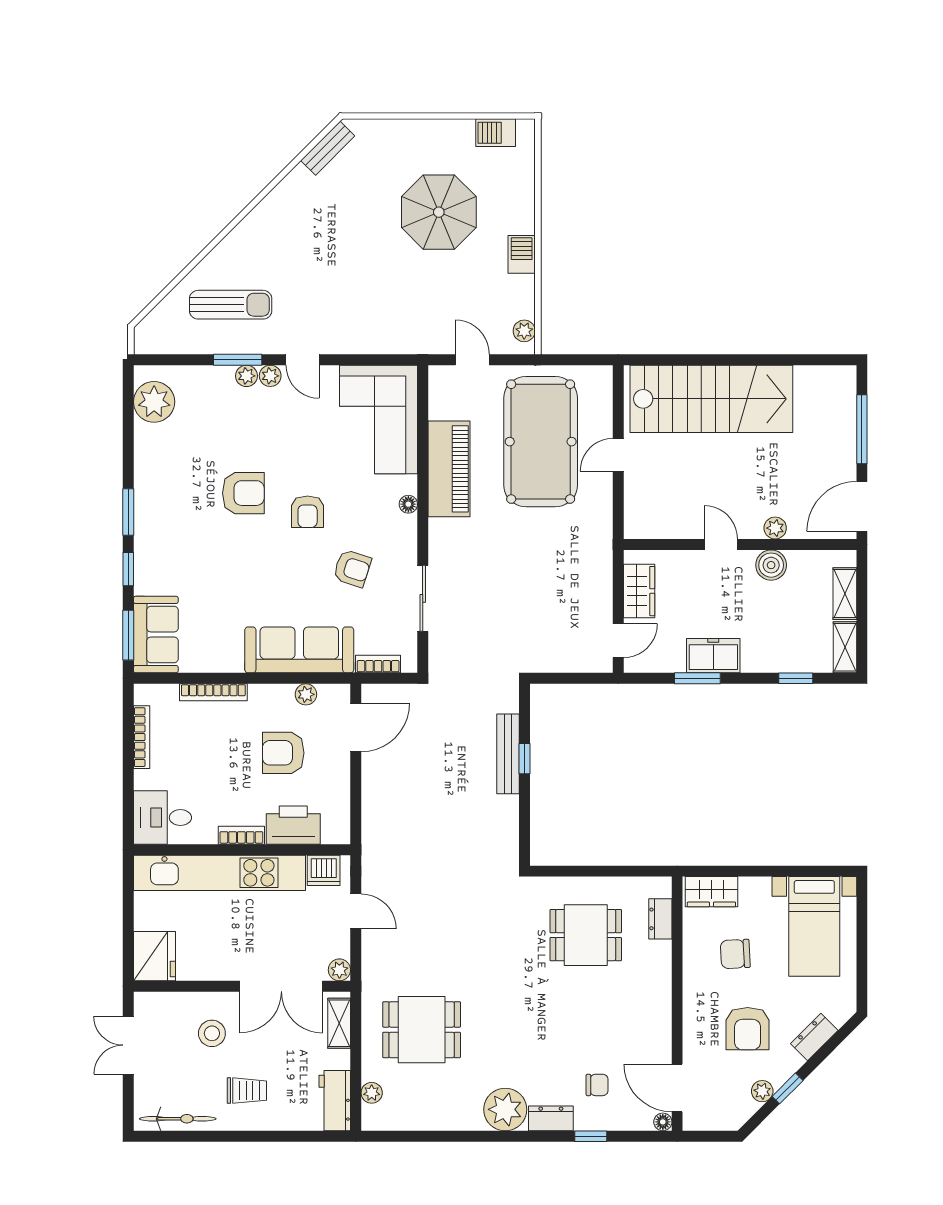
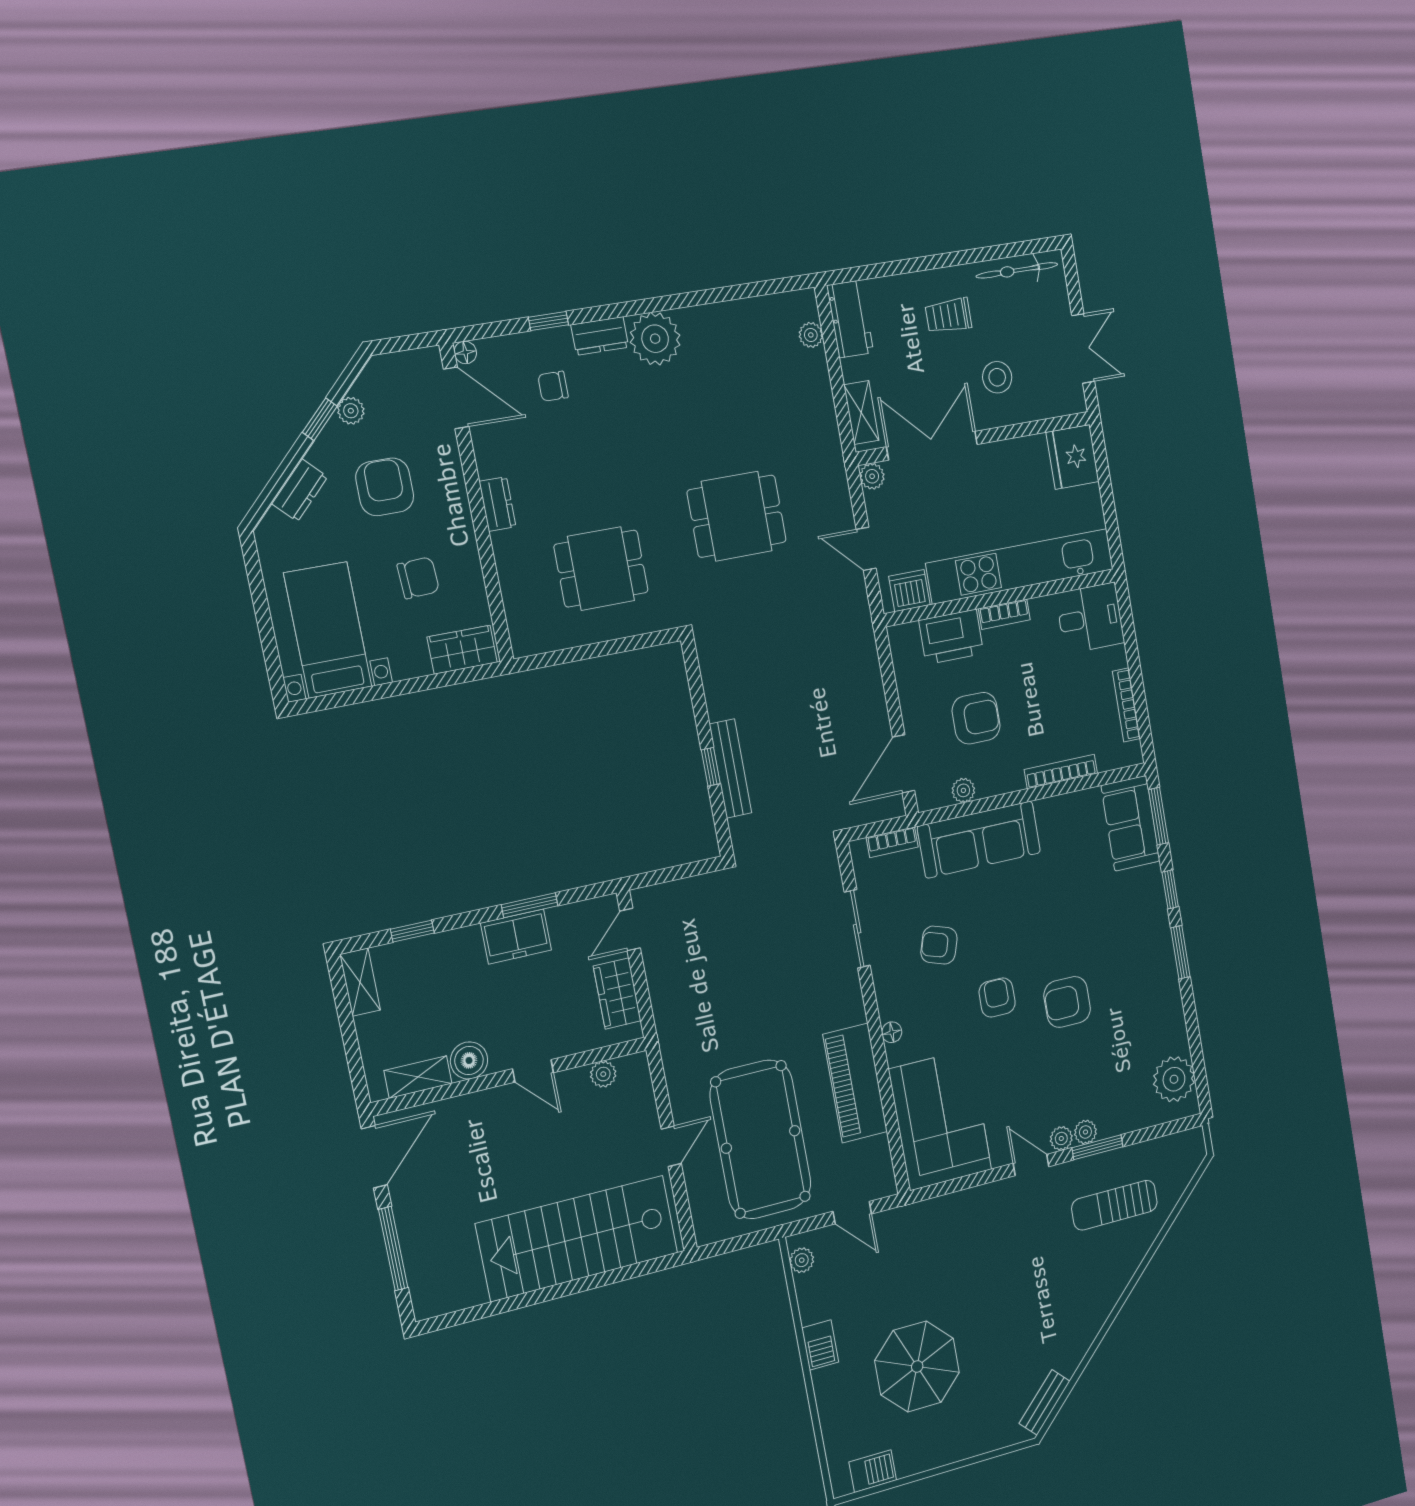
plant: (775, 528) -> (603, 1074), moved
shelving: (845, 594) -> (418, 1077), moved, turned 90
dresser: (660, 919) -> (498, 504), moved
dining table: (422, 1030) -> (737, 516), moved

